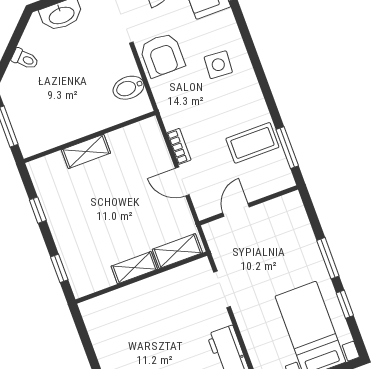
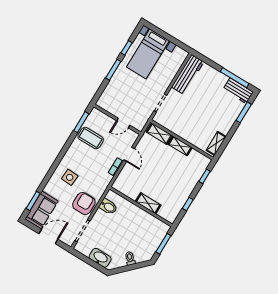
shelving: (95, 325) -> (216, 144), added

